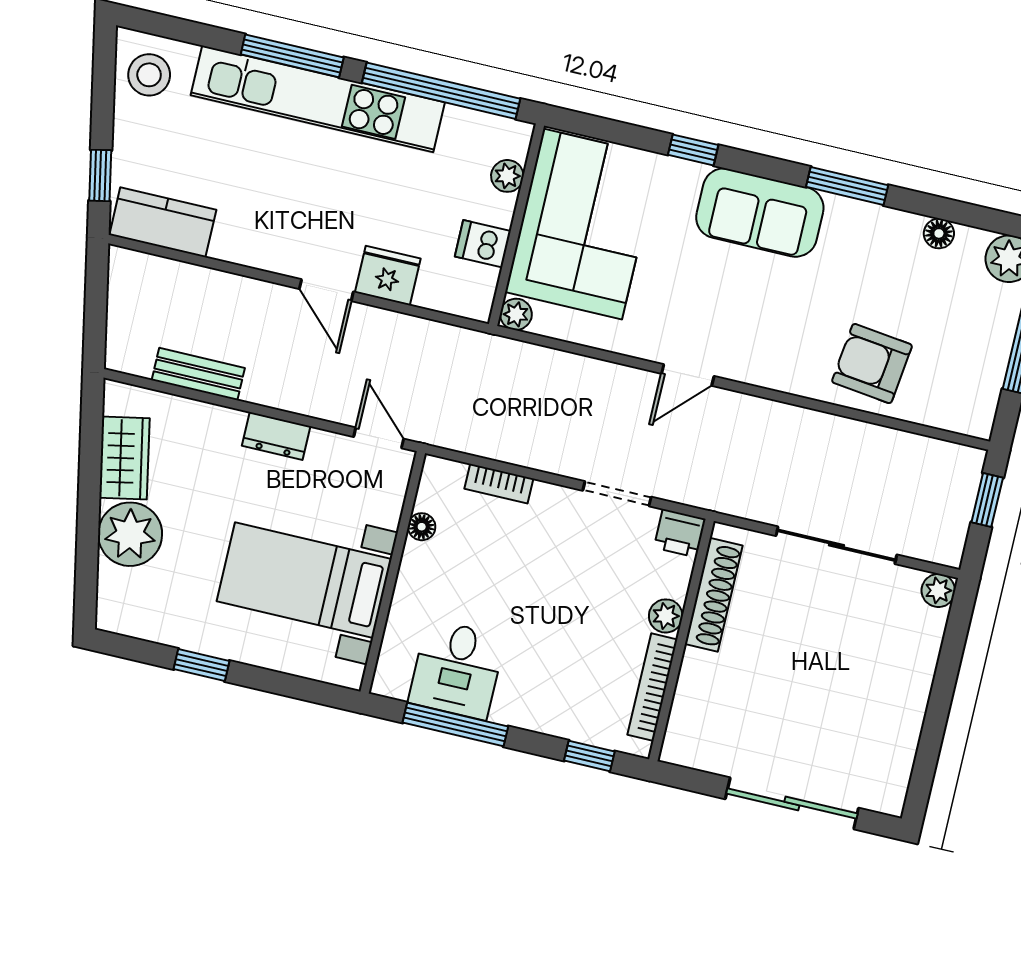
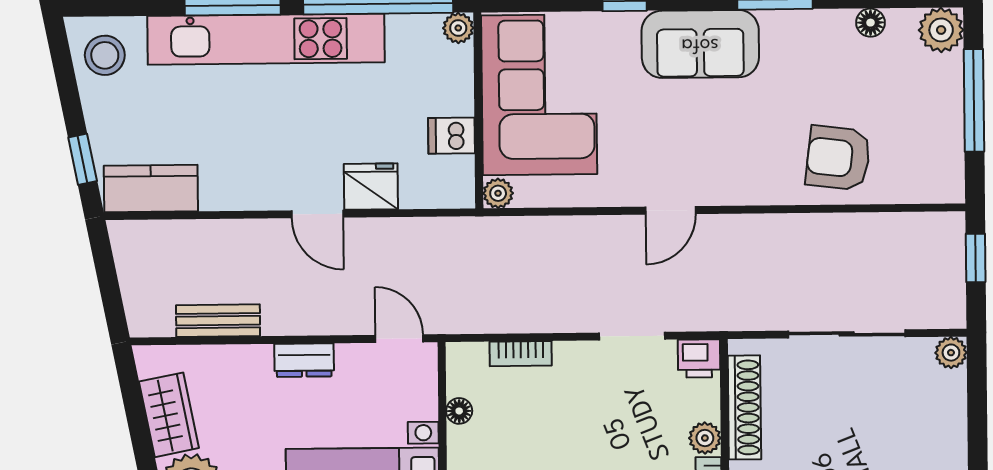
plant: (507, 176) -> (458, 28), moved

